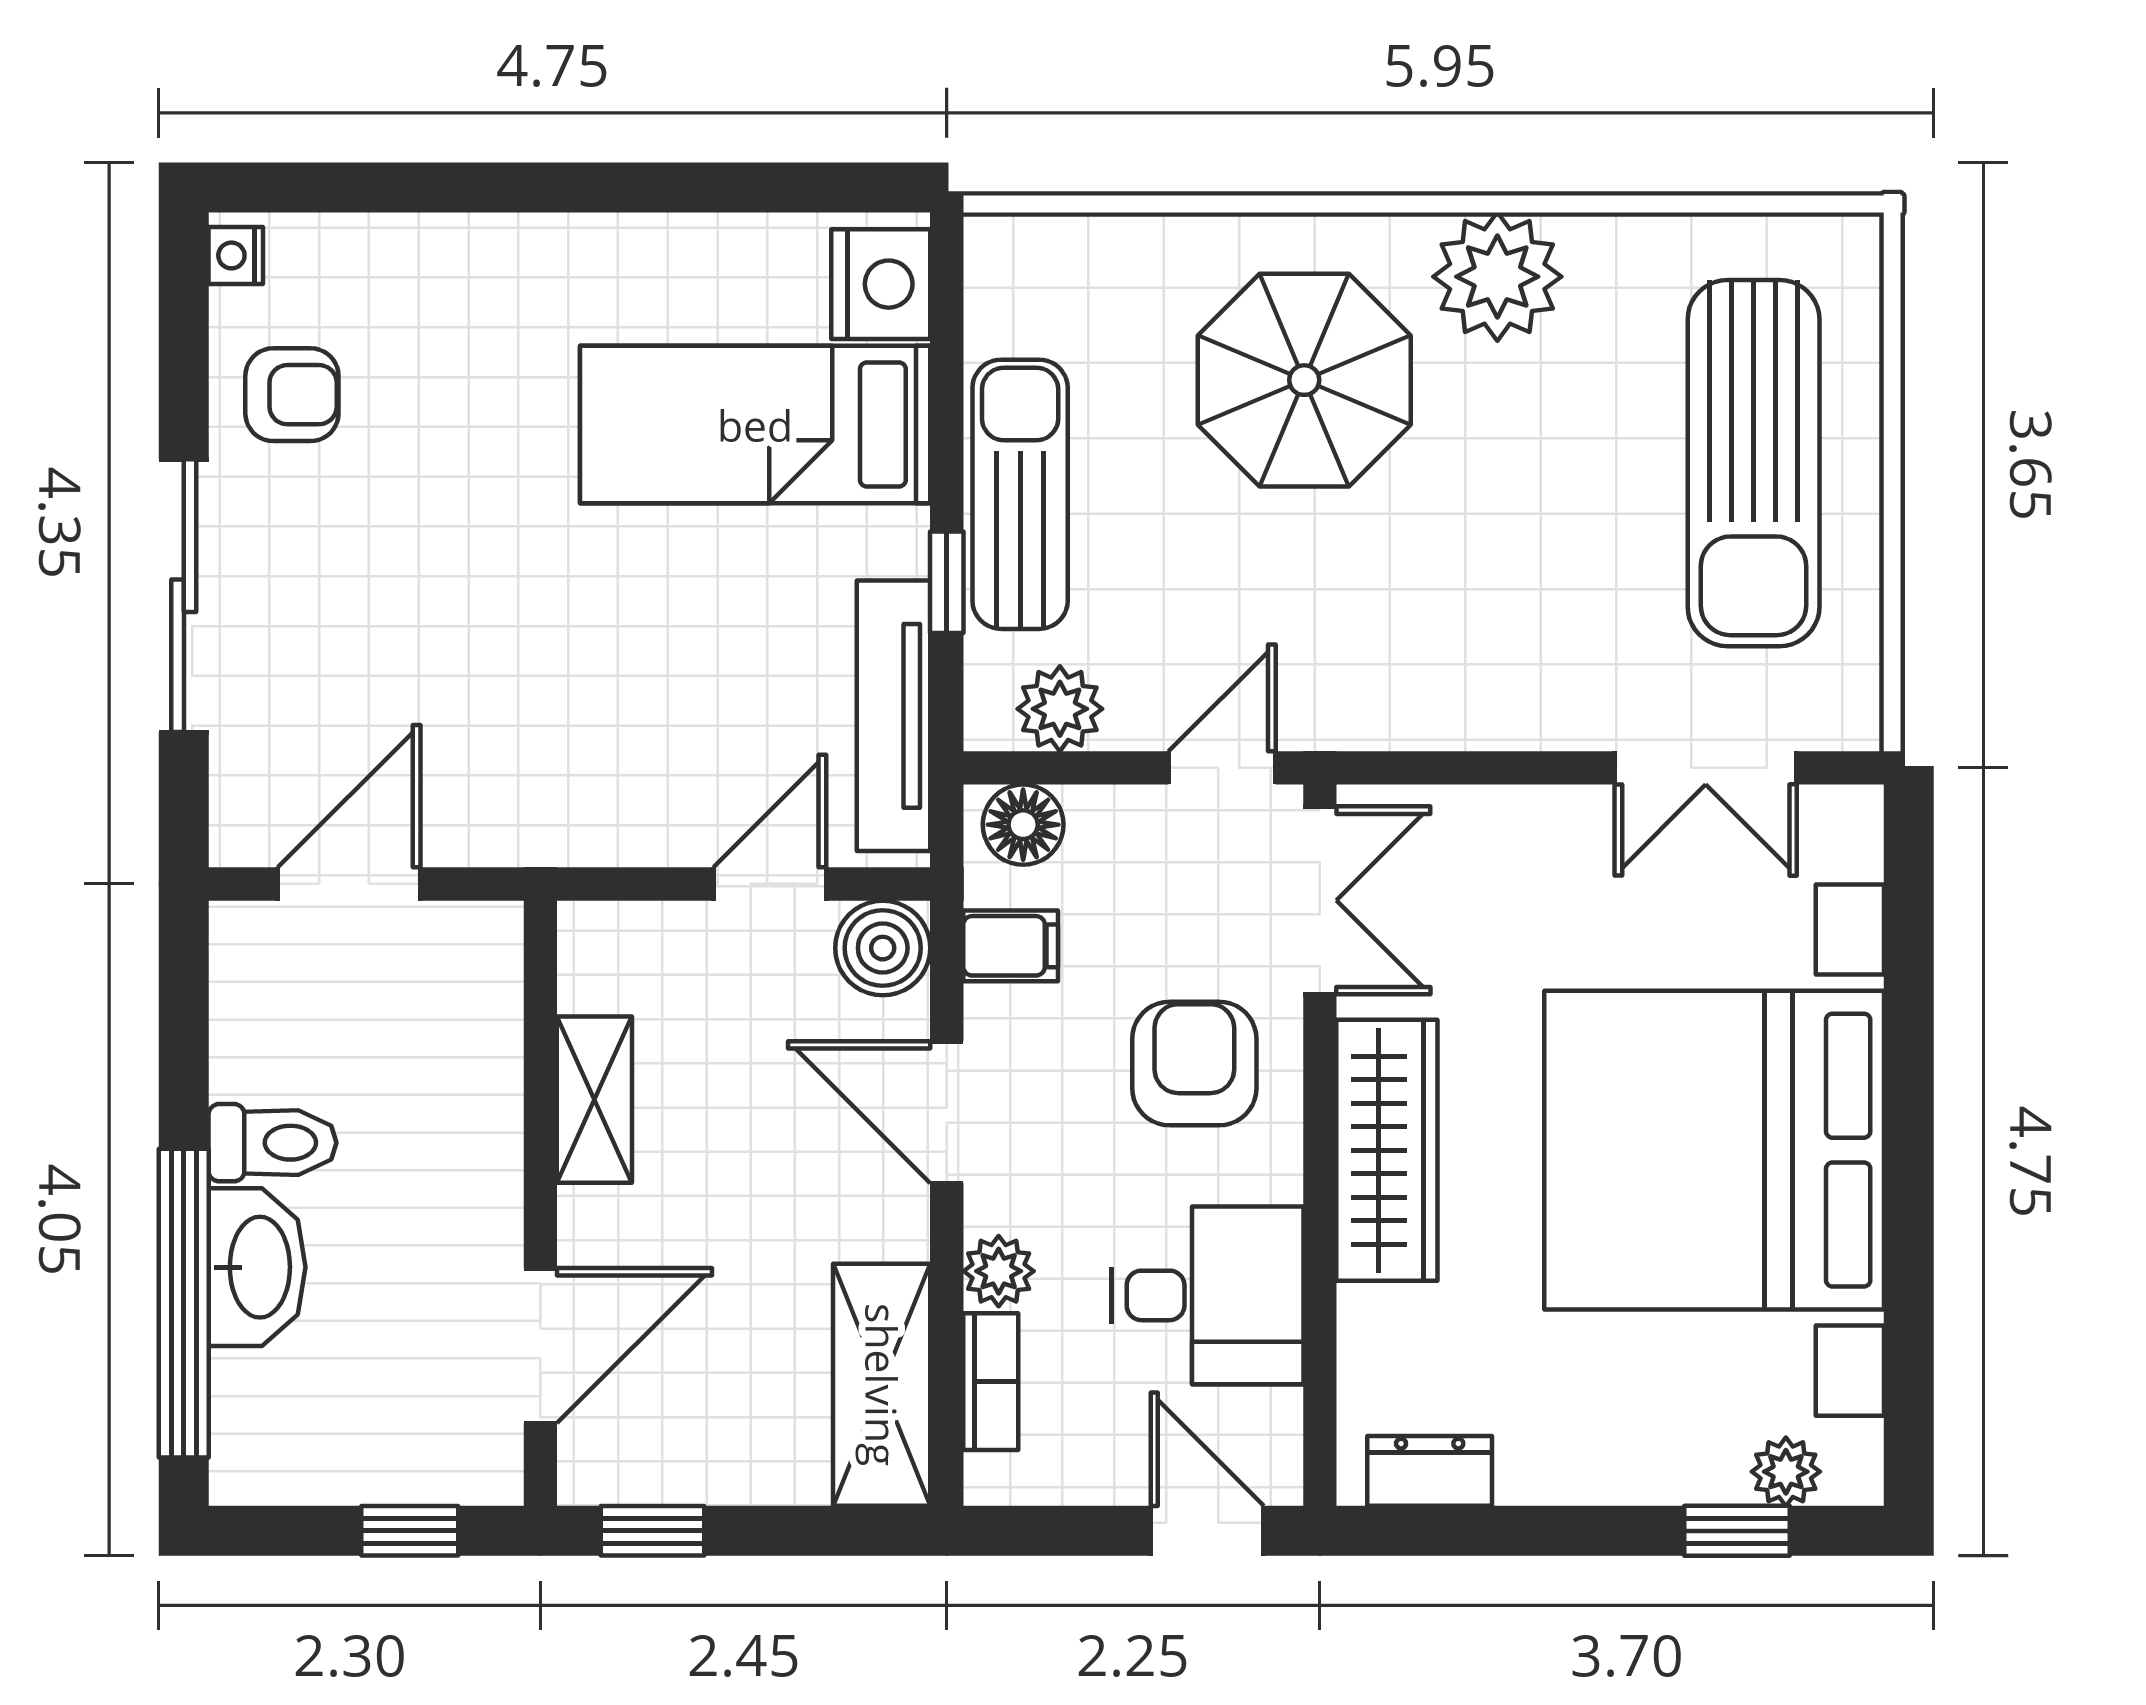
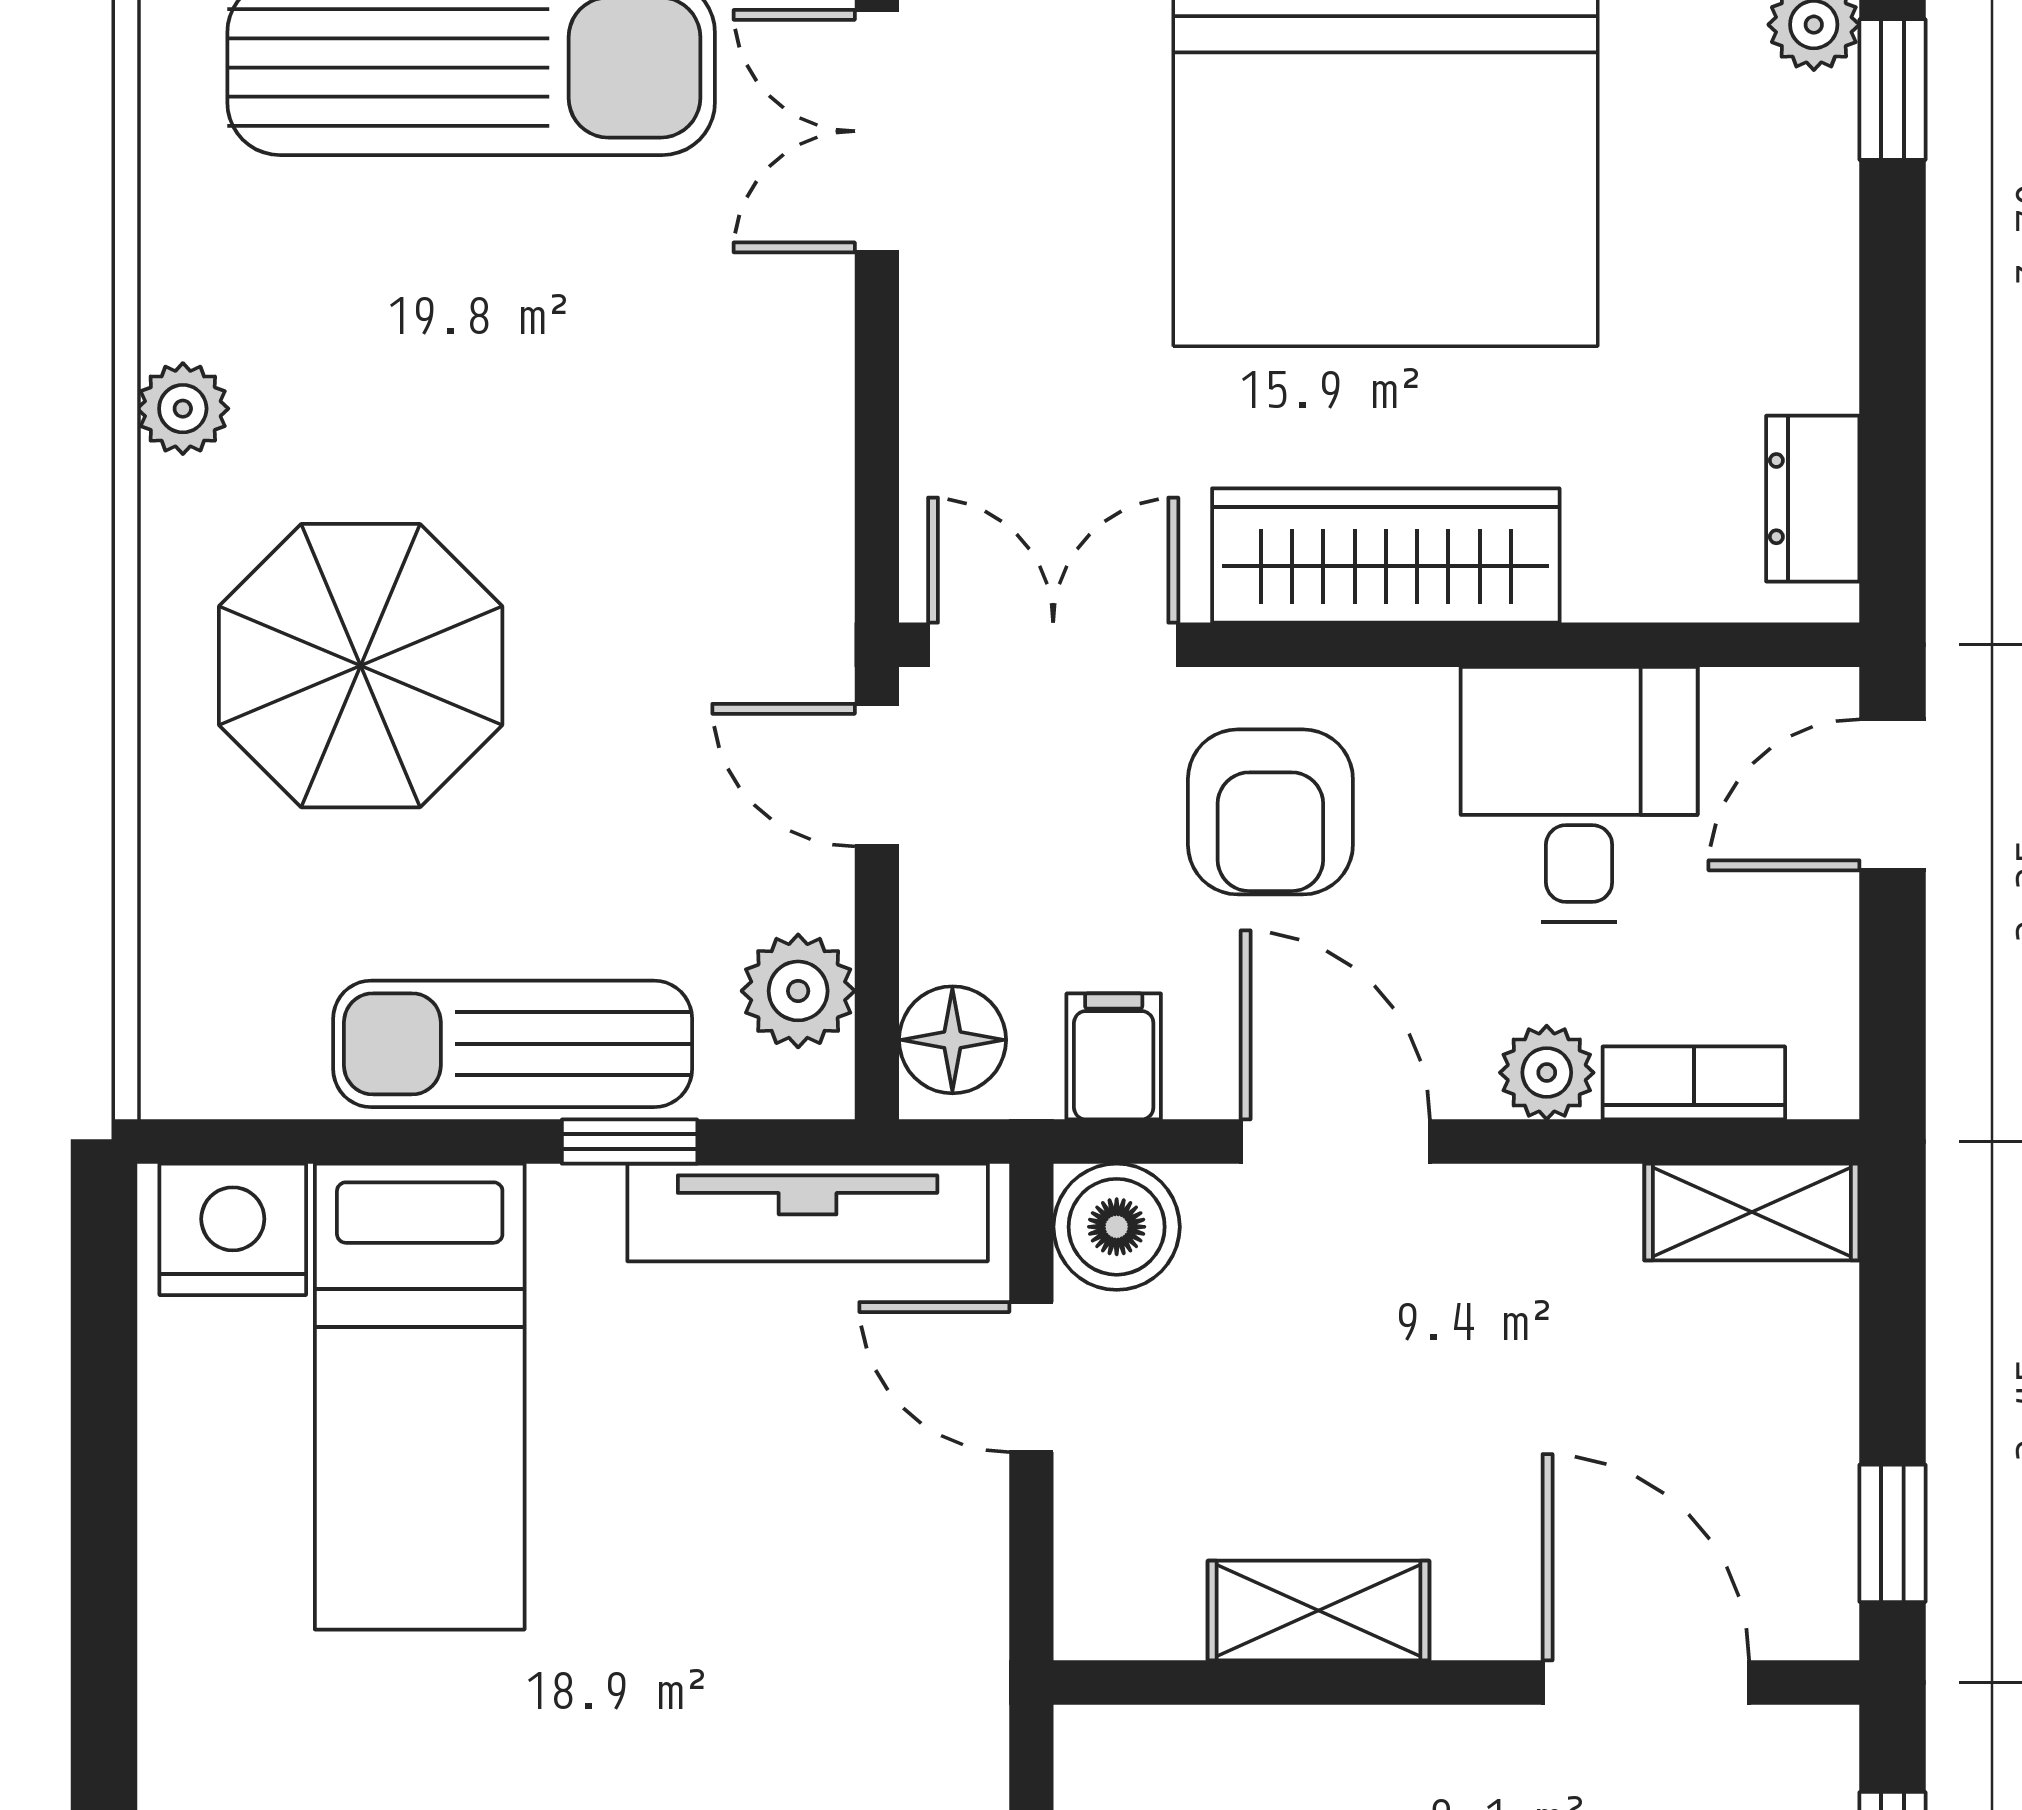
plant: (1497, 277) -> (183, 409), width x0.53, depth x0.53
double door: (1706, 768) -> (877, 131), swing flipped
armchair: (1194, 1064) -> (1270, 812), turned -90
door: (947, 1112) -> (1335, 1142), swing flipped
shelving: (882, 1385) -> (1752, 1212), width x0.67, depth x0.75

